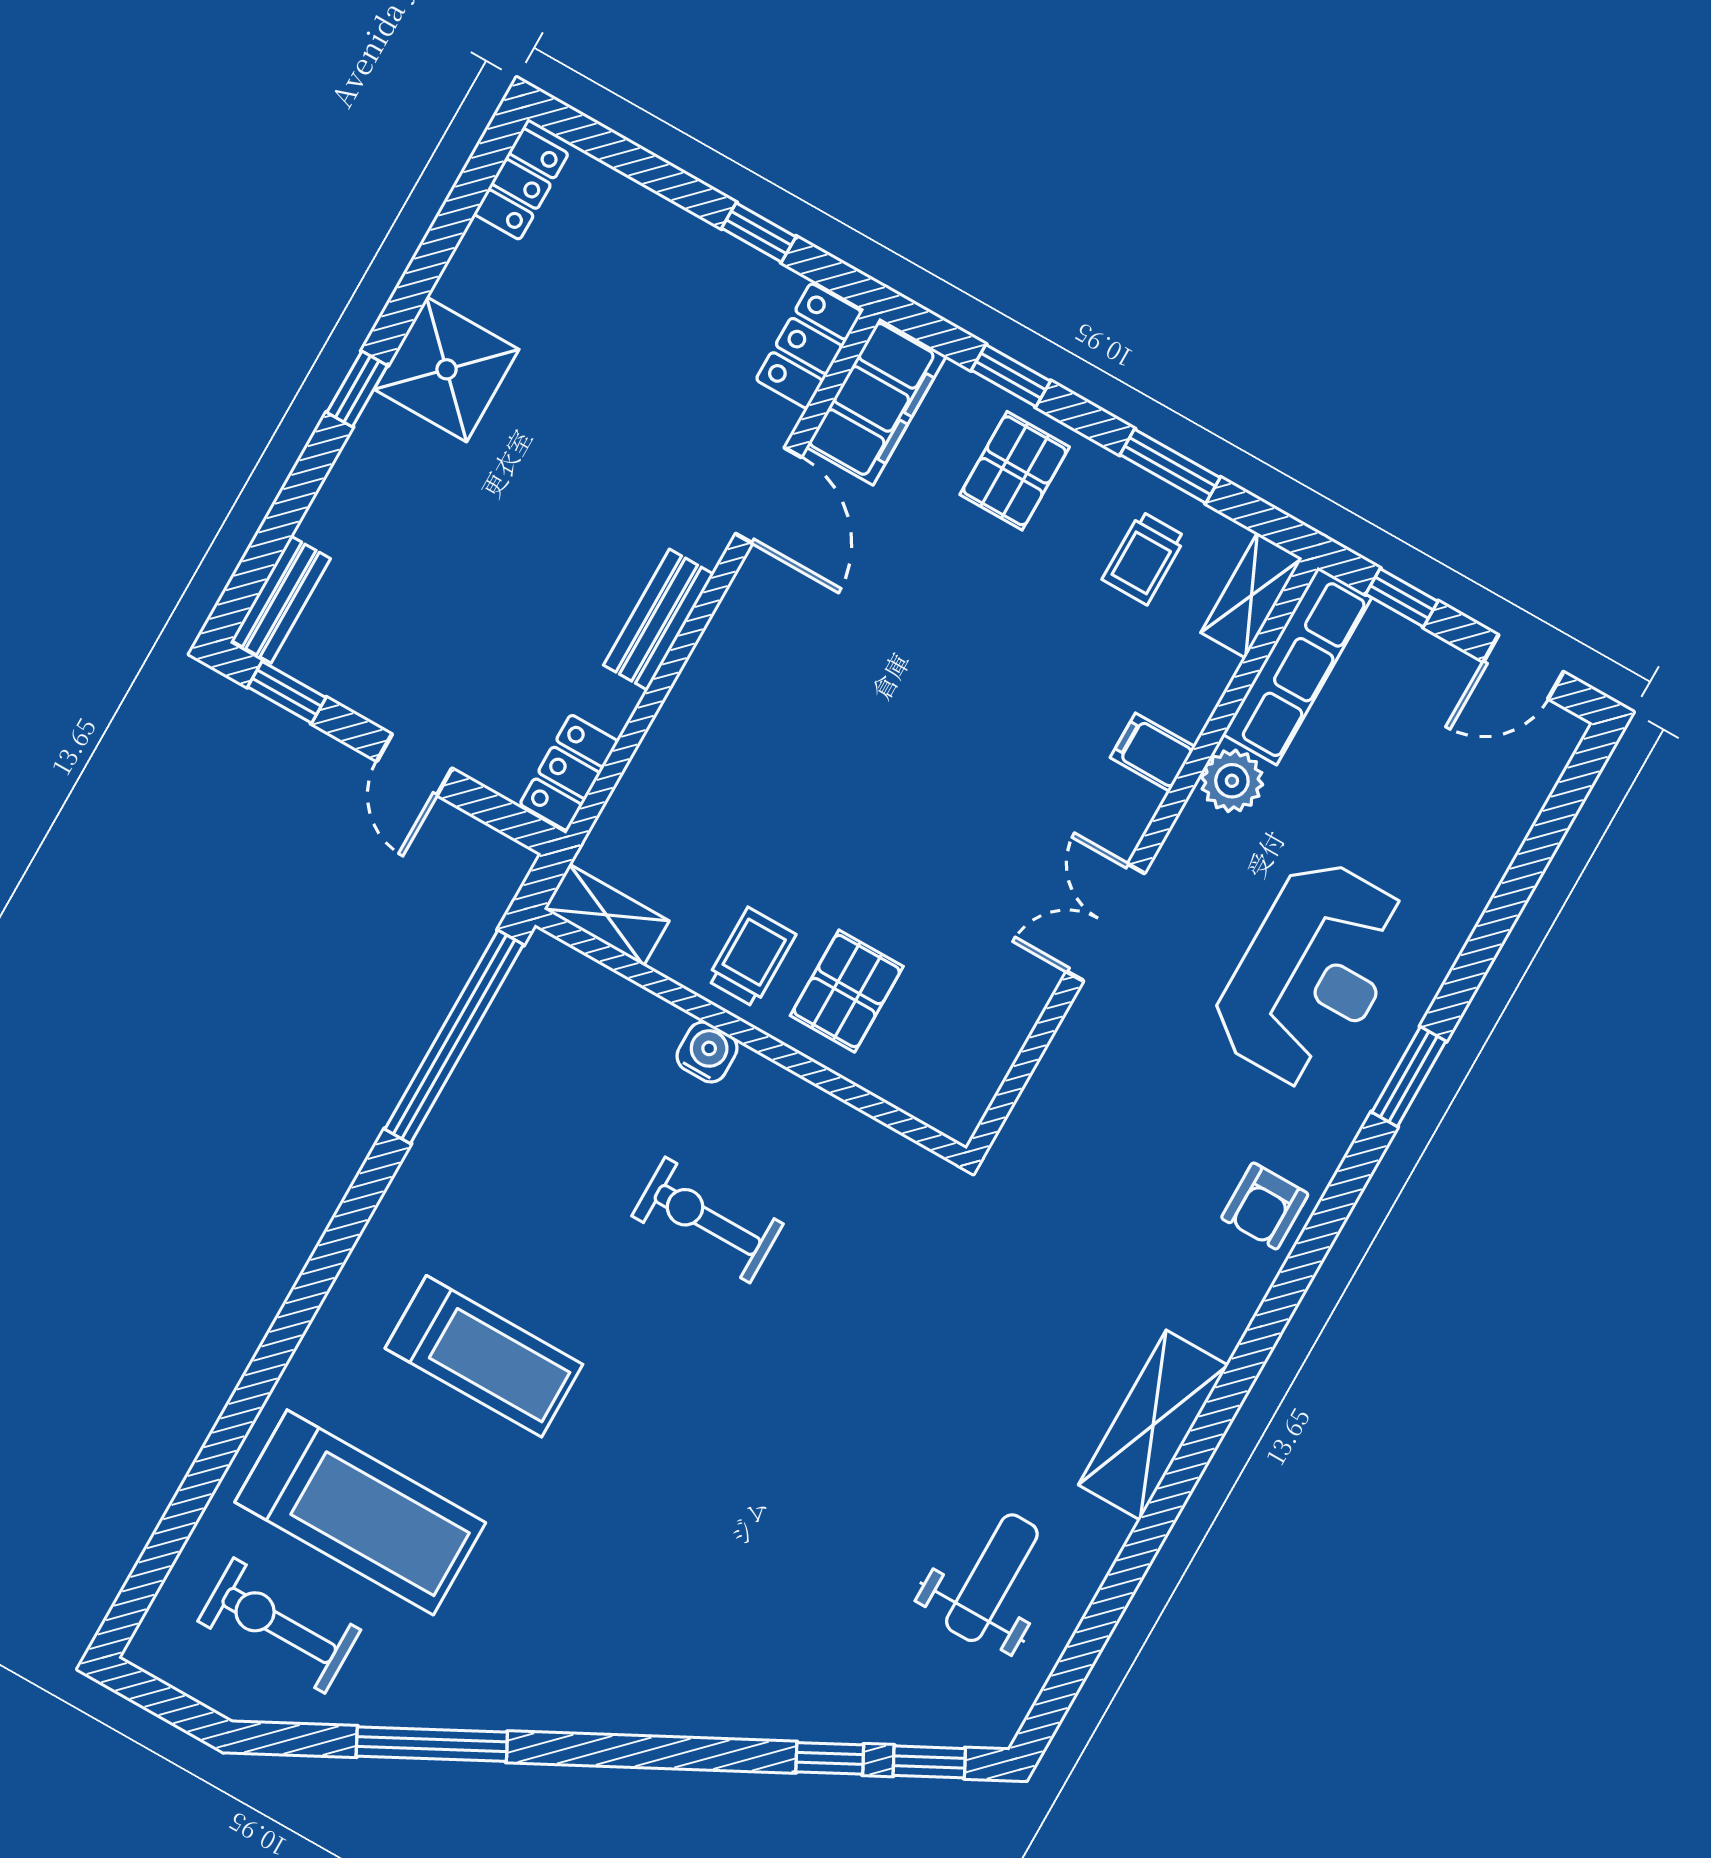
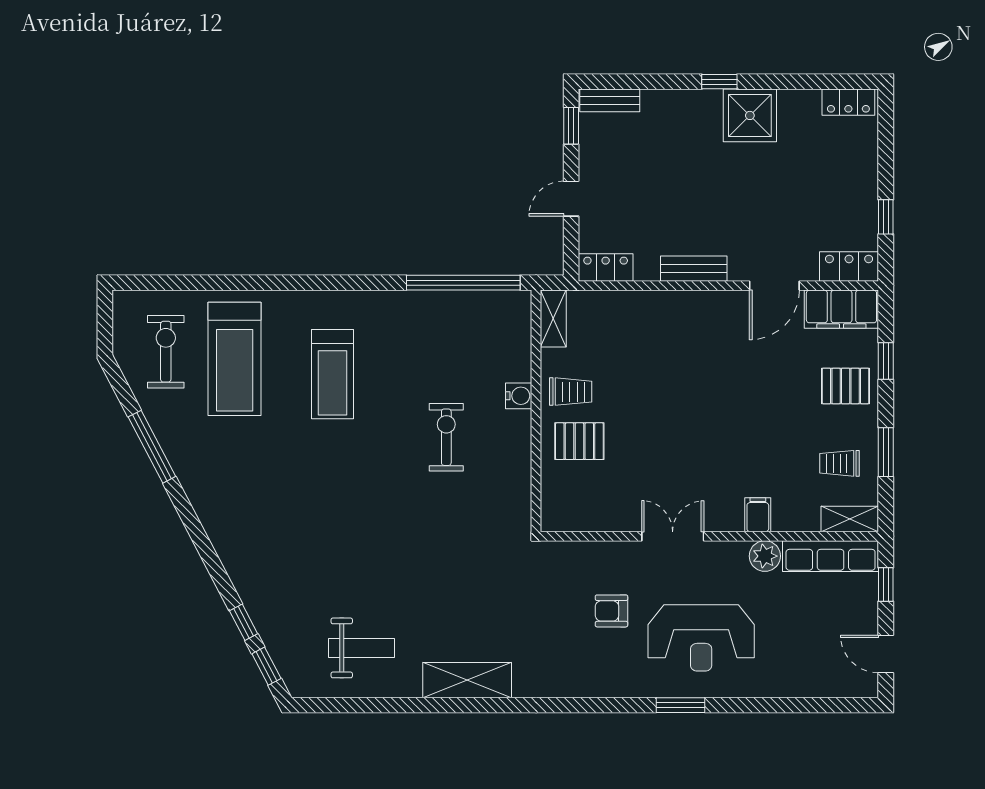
armchair: (1265, 1206) -> (612, 611), moved

